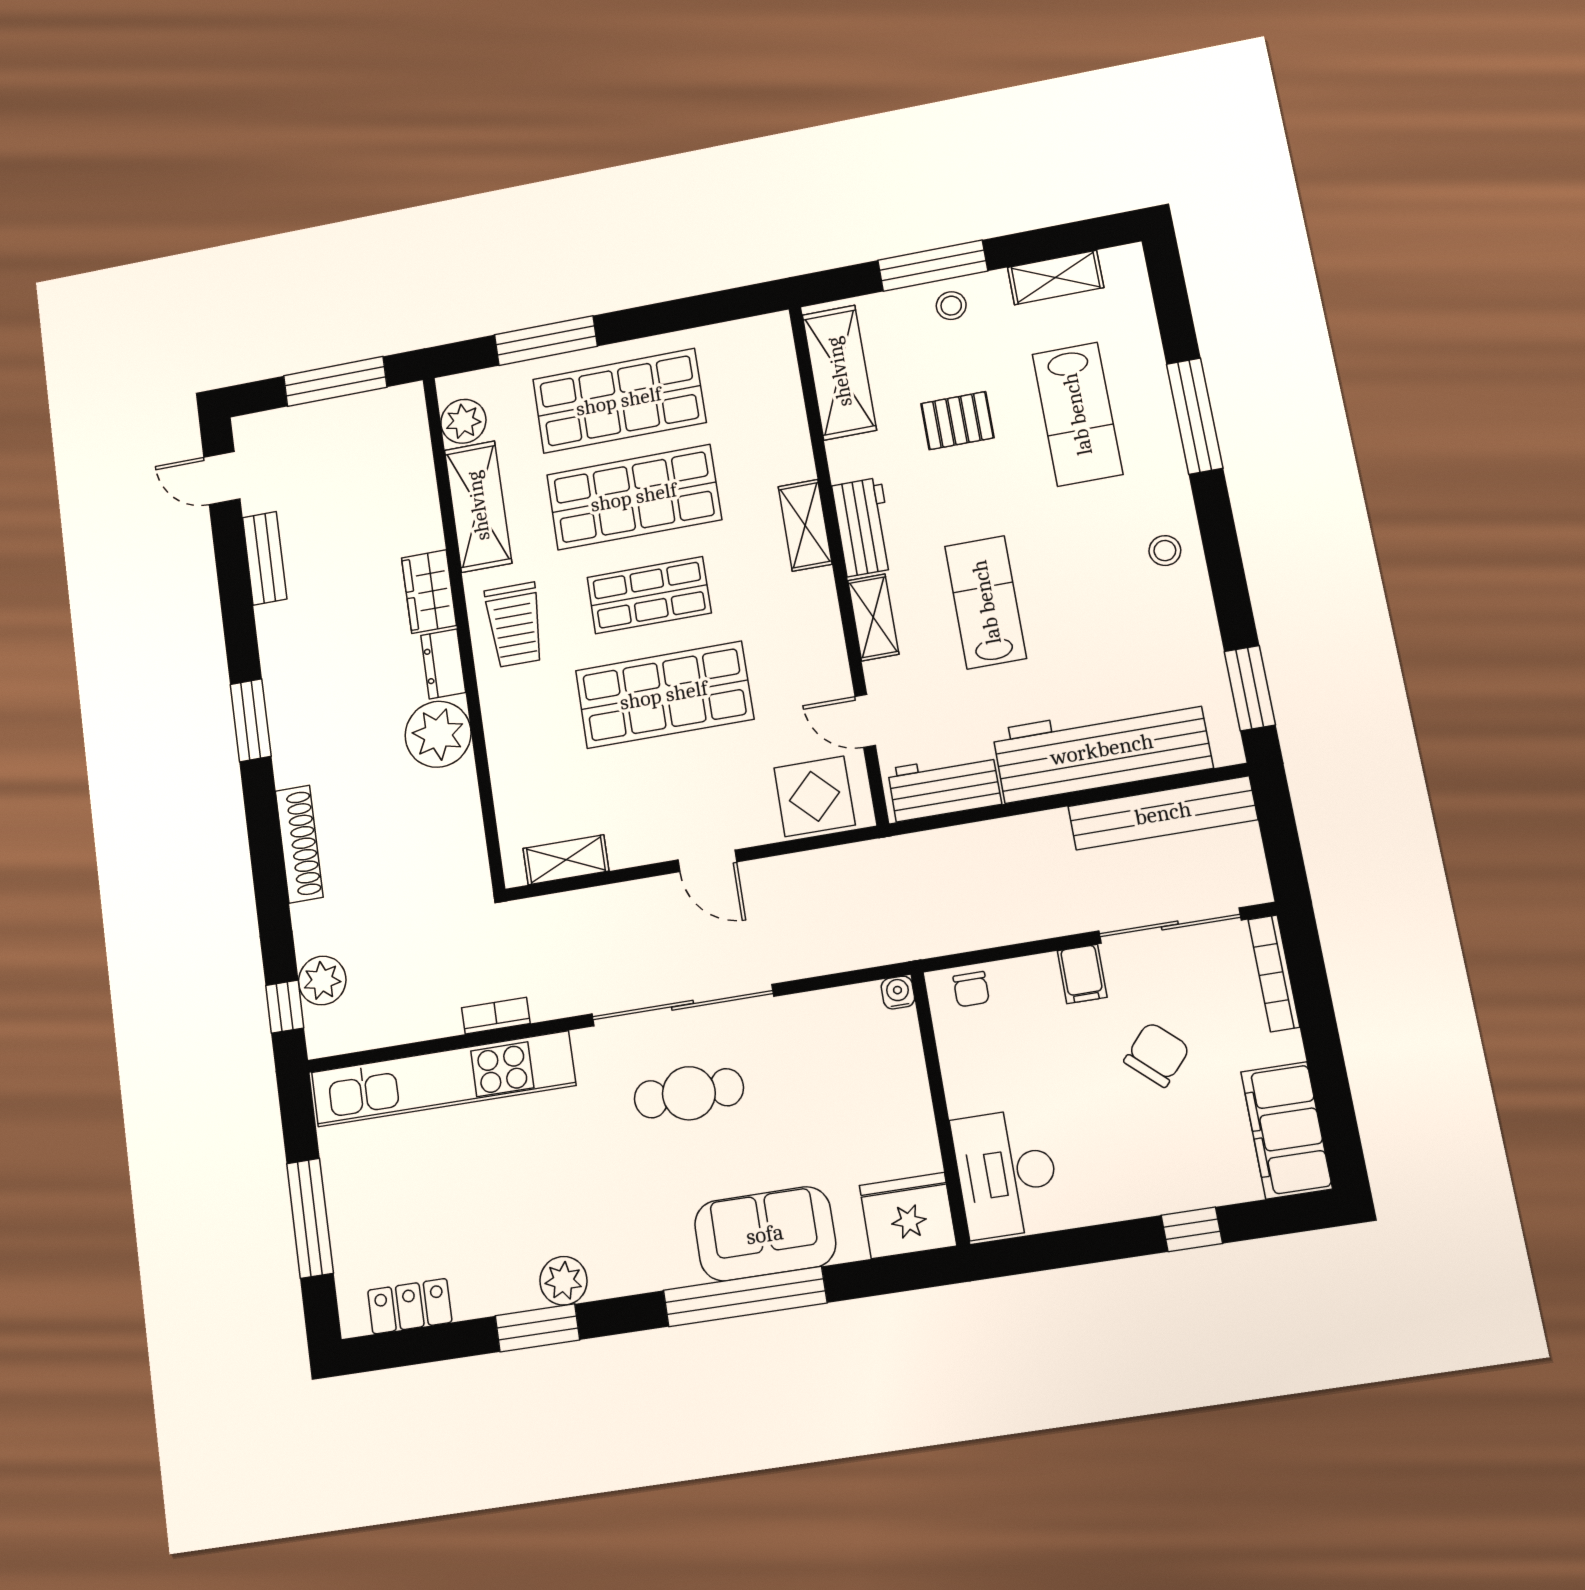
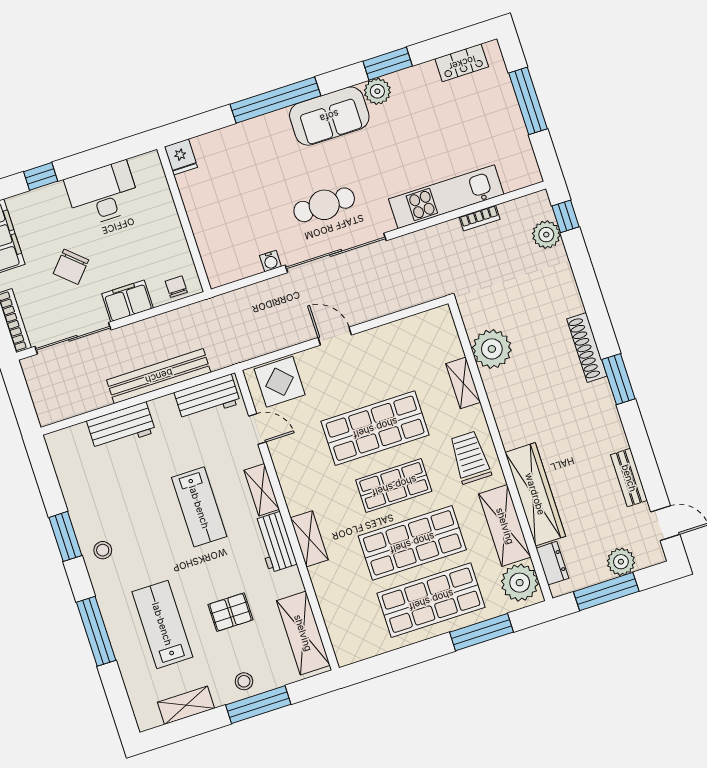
plant: (463, 421) -> (520, 583), width x1.36, depth x1.36
plant: (303, 426) -> (621, 562), added
wardrobe: (429, 592) -> (535, 494), width x2.10, depth x1.17
dresser: (443, 664) -> (552, 563), moved
window: (1250, 688) -> (65, 536), moved
plant: (438, 734) -> (492, 349), moved
workbench: (1102, 749) -> (121, 426), width x0.53, depth x0.76
bench: (1163, 813) -> (159, 376), moved
shoe rack: (299, 844) -> (587, 348), moved
shelving: (566, 860) -> (463, 383), moved, turned 90
filing cabinet: (1082, 974) -> (128, 301), width x2.00
water cooler: (898, 993) -> (270, 261), moved
bookcase: (496, 1016) -> (480, 218), moved
kitchen unit: (443, 1079) -> (446, 197), width x0.73
desk: (1006, 1173) -> (103, 194), moved, turned -90
fridge: (908, 1216) -> (181, 157), width x0.53, depth x0.75
sofa: (765, 1234) -> (329, 116), moved

